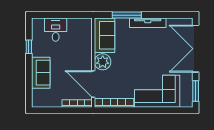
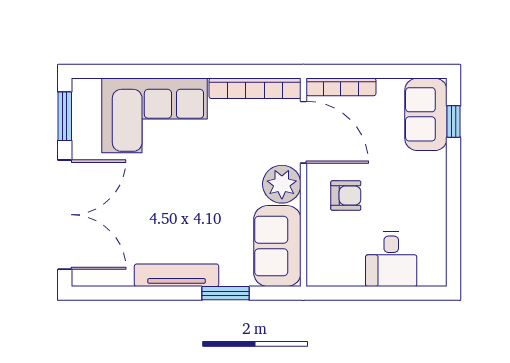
window: (127, 15) -> (226, 293), width x0.69
window: (29, 47) -> (453, 121), moved
armchair: (75, 57) -> (346, 196), added
sofa: (41, 73) -> (426, 114), moved

